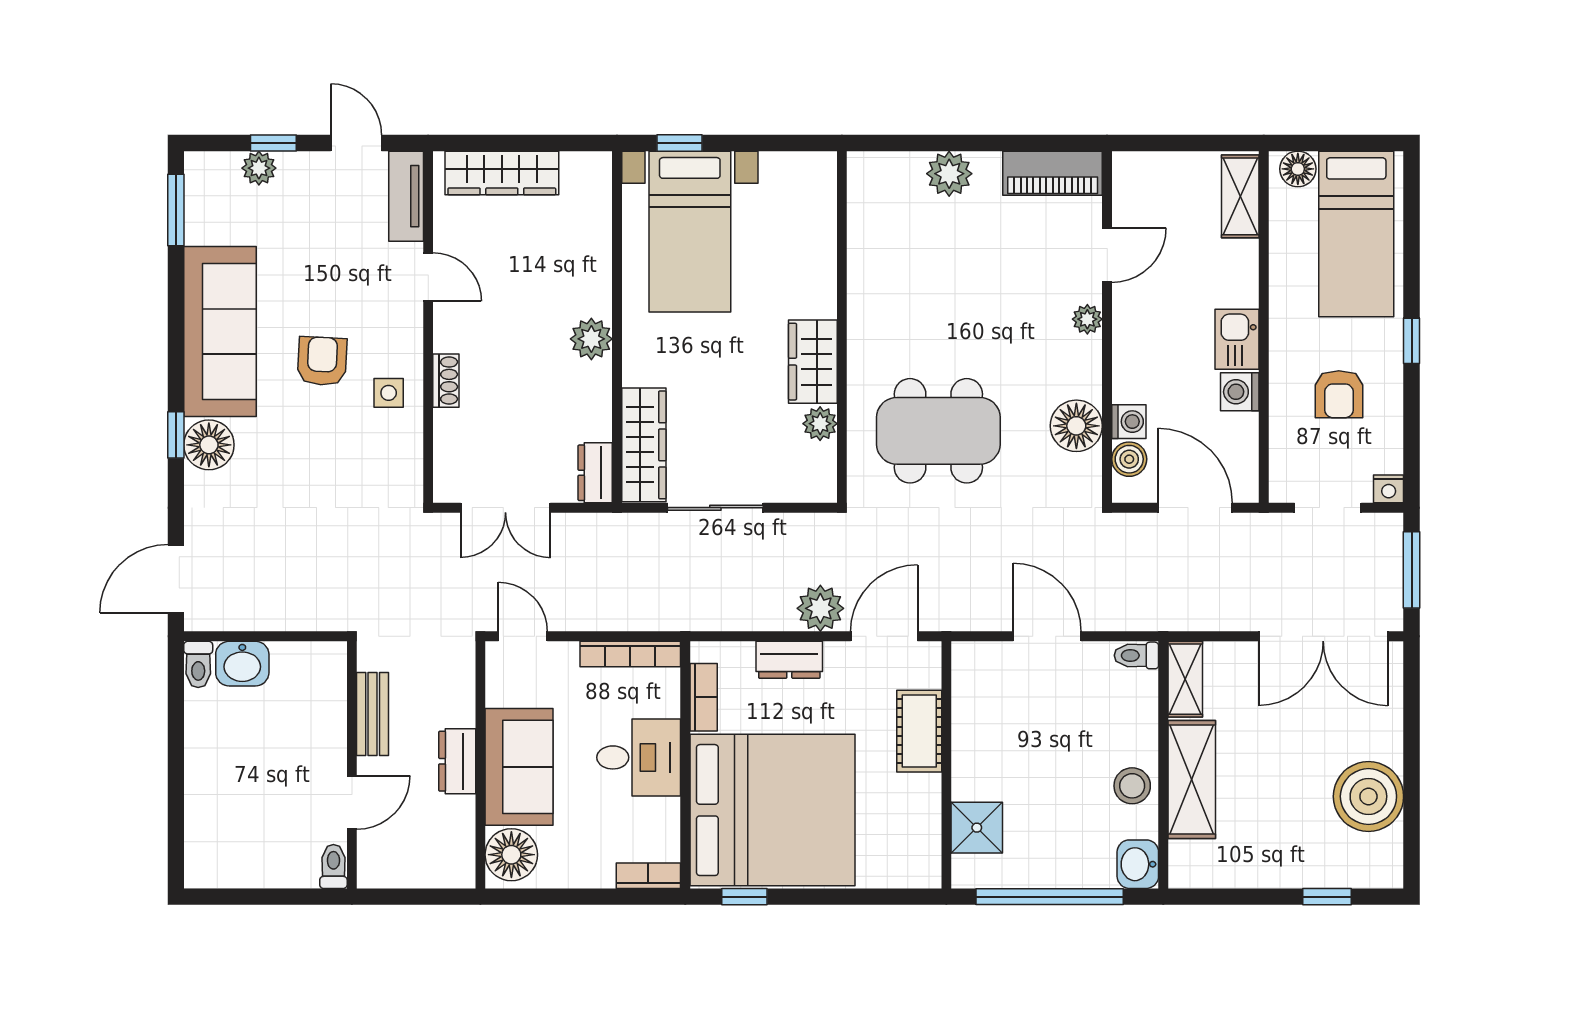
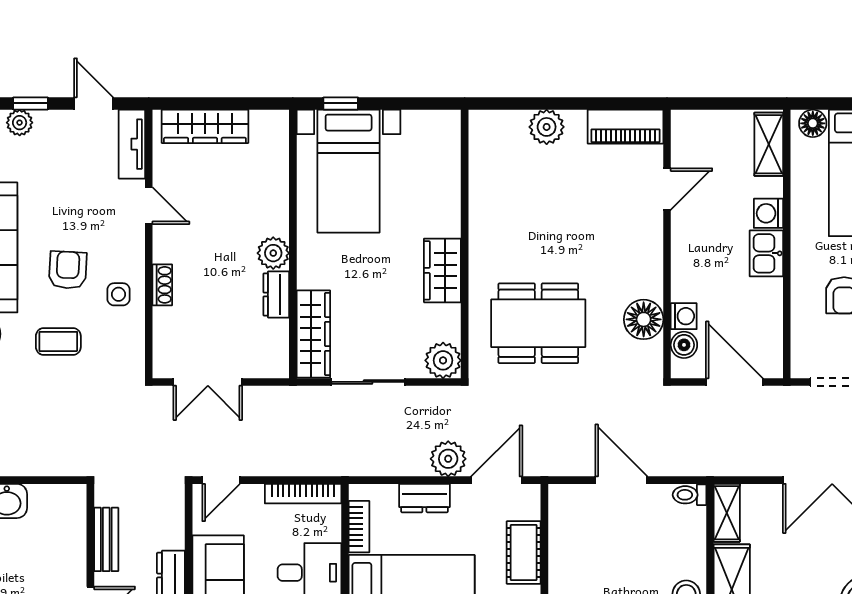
plant: (1087, 319) -> (652, 238), removed
washing machine: (1240, 392) -> (768, 213), moved
plant: (820, 424) -> (443, 360), moved, width x1.38, depth x1.38
coffee table: (310, 455) -> (58, 341), added
dresser: (595, 473) -> (276, 294), moved
door: (523, 636) -> (221, 480), swing flipped

